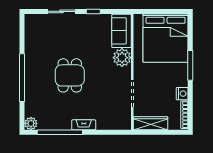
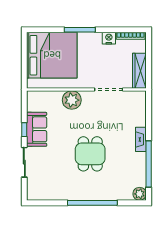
sofa: (121, 31) -> (37, 129), moved, turned -90
dining table: (70, 75) -> (90, 154), turned 90

